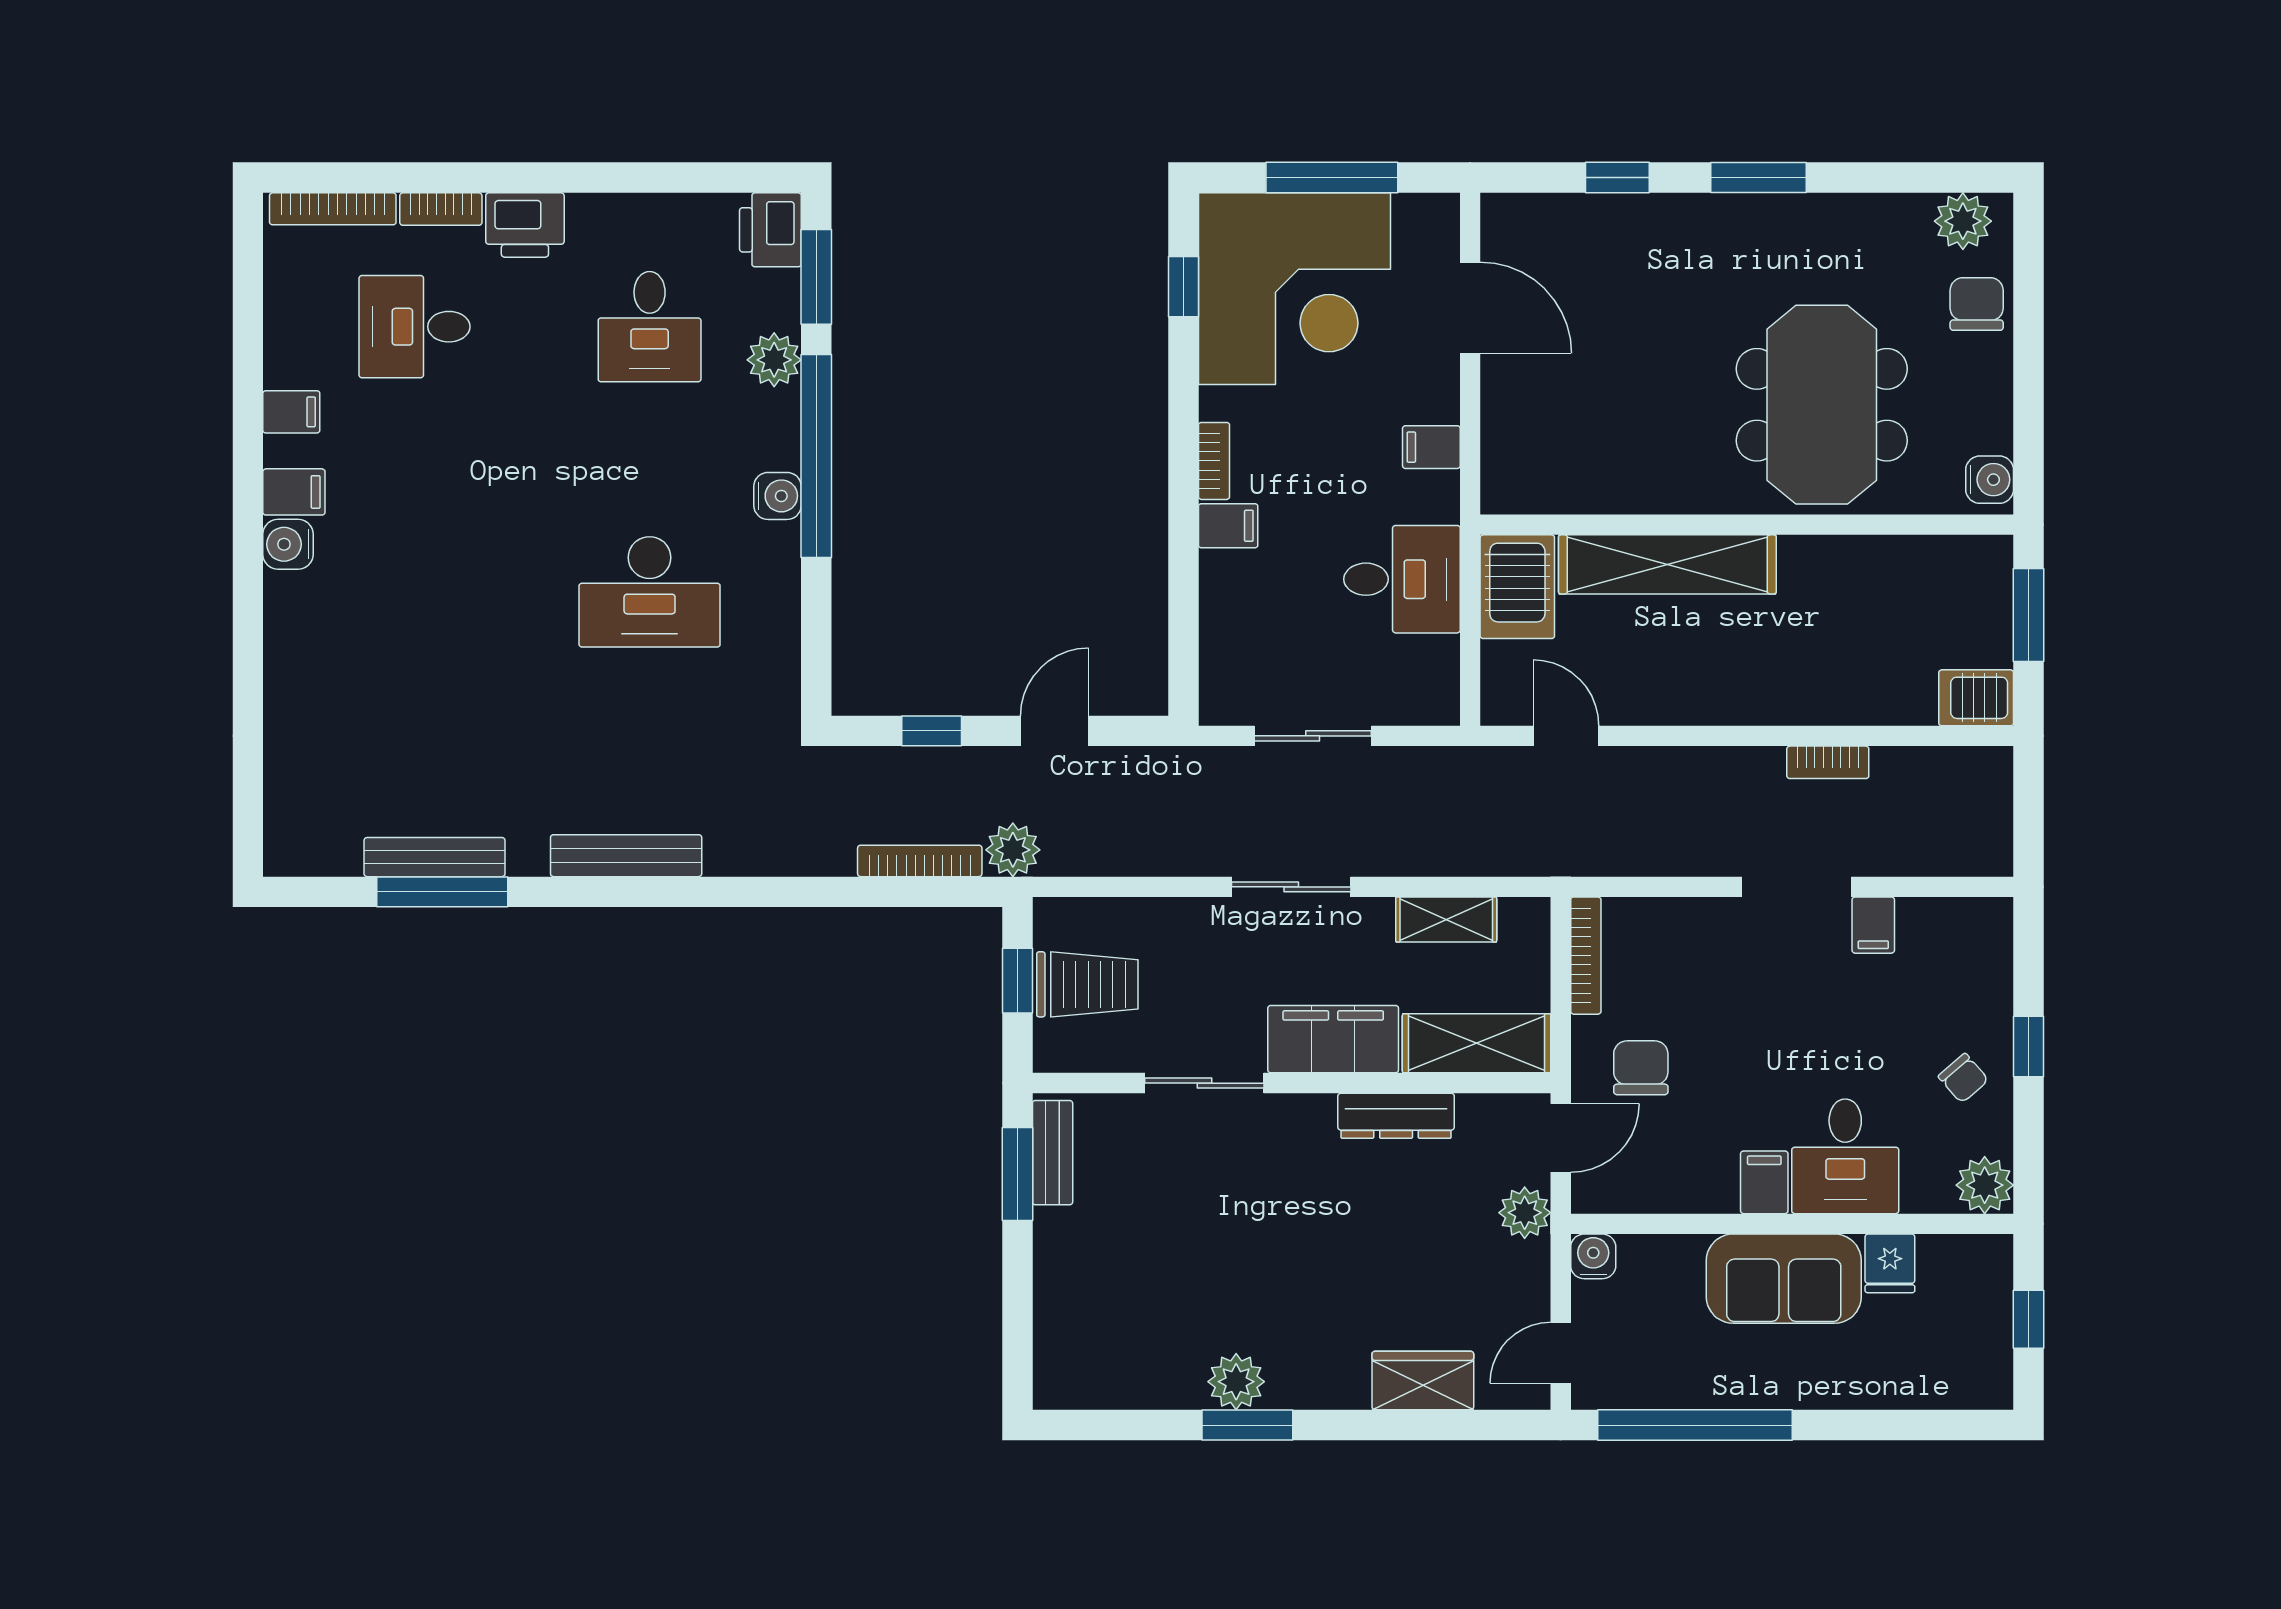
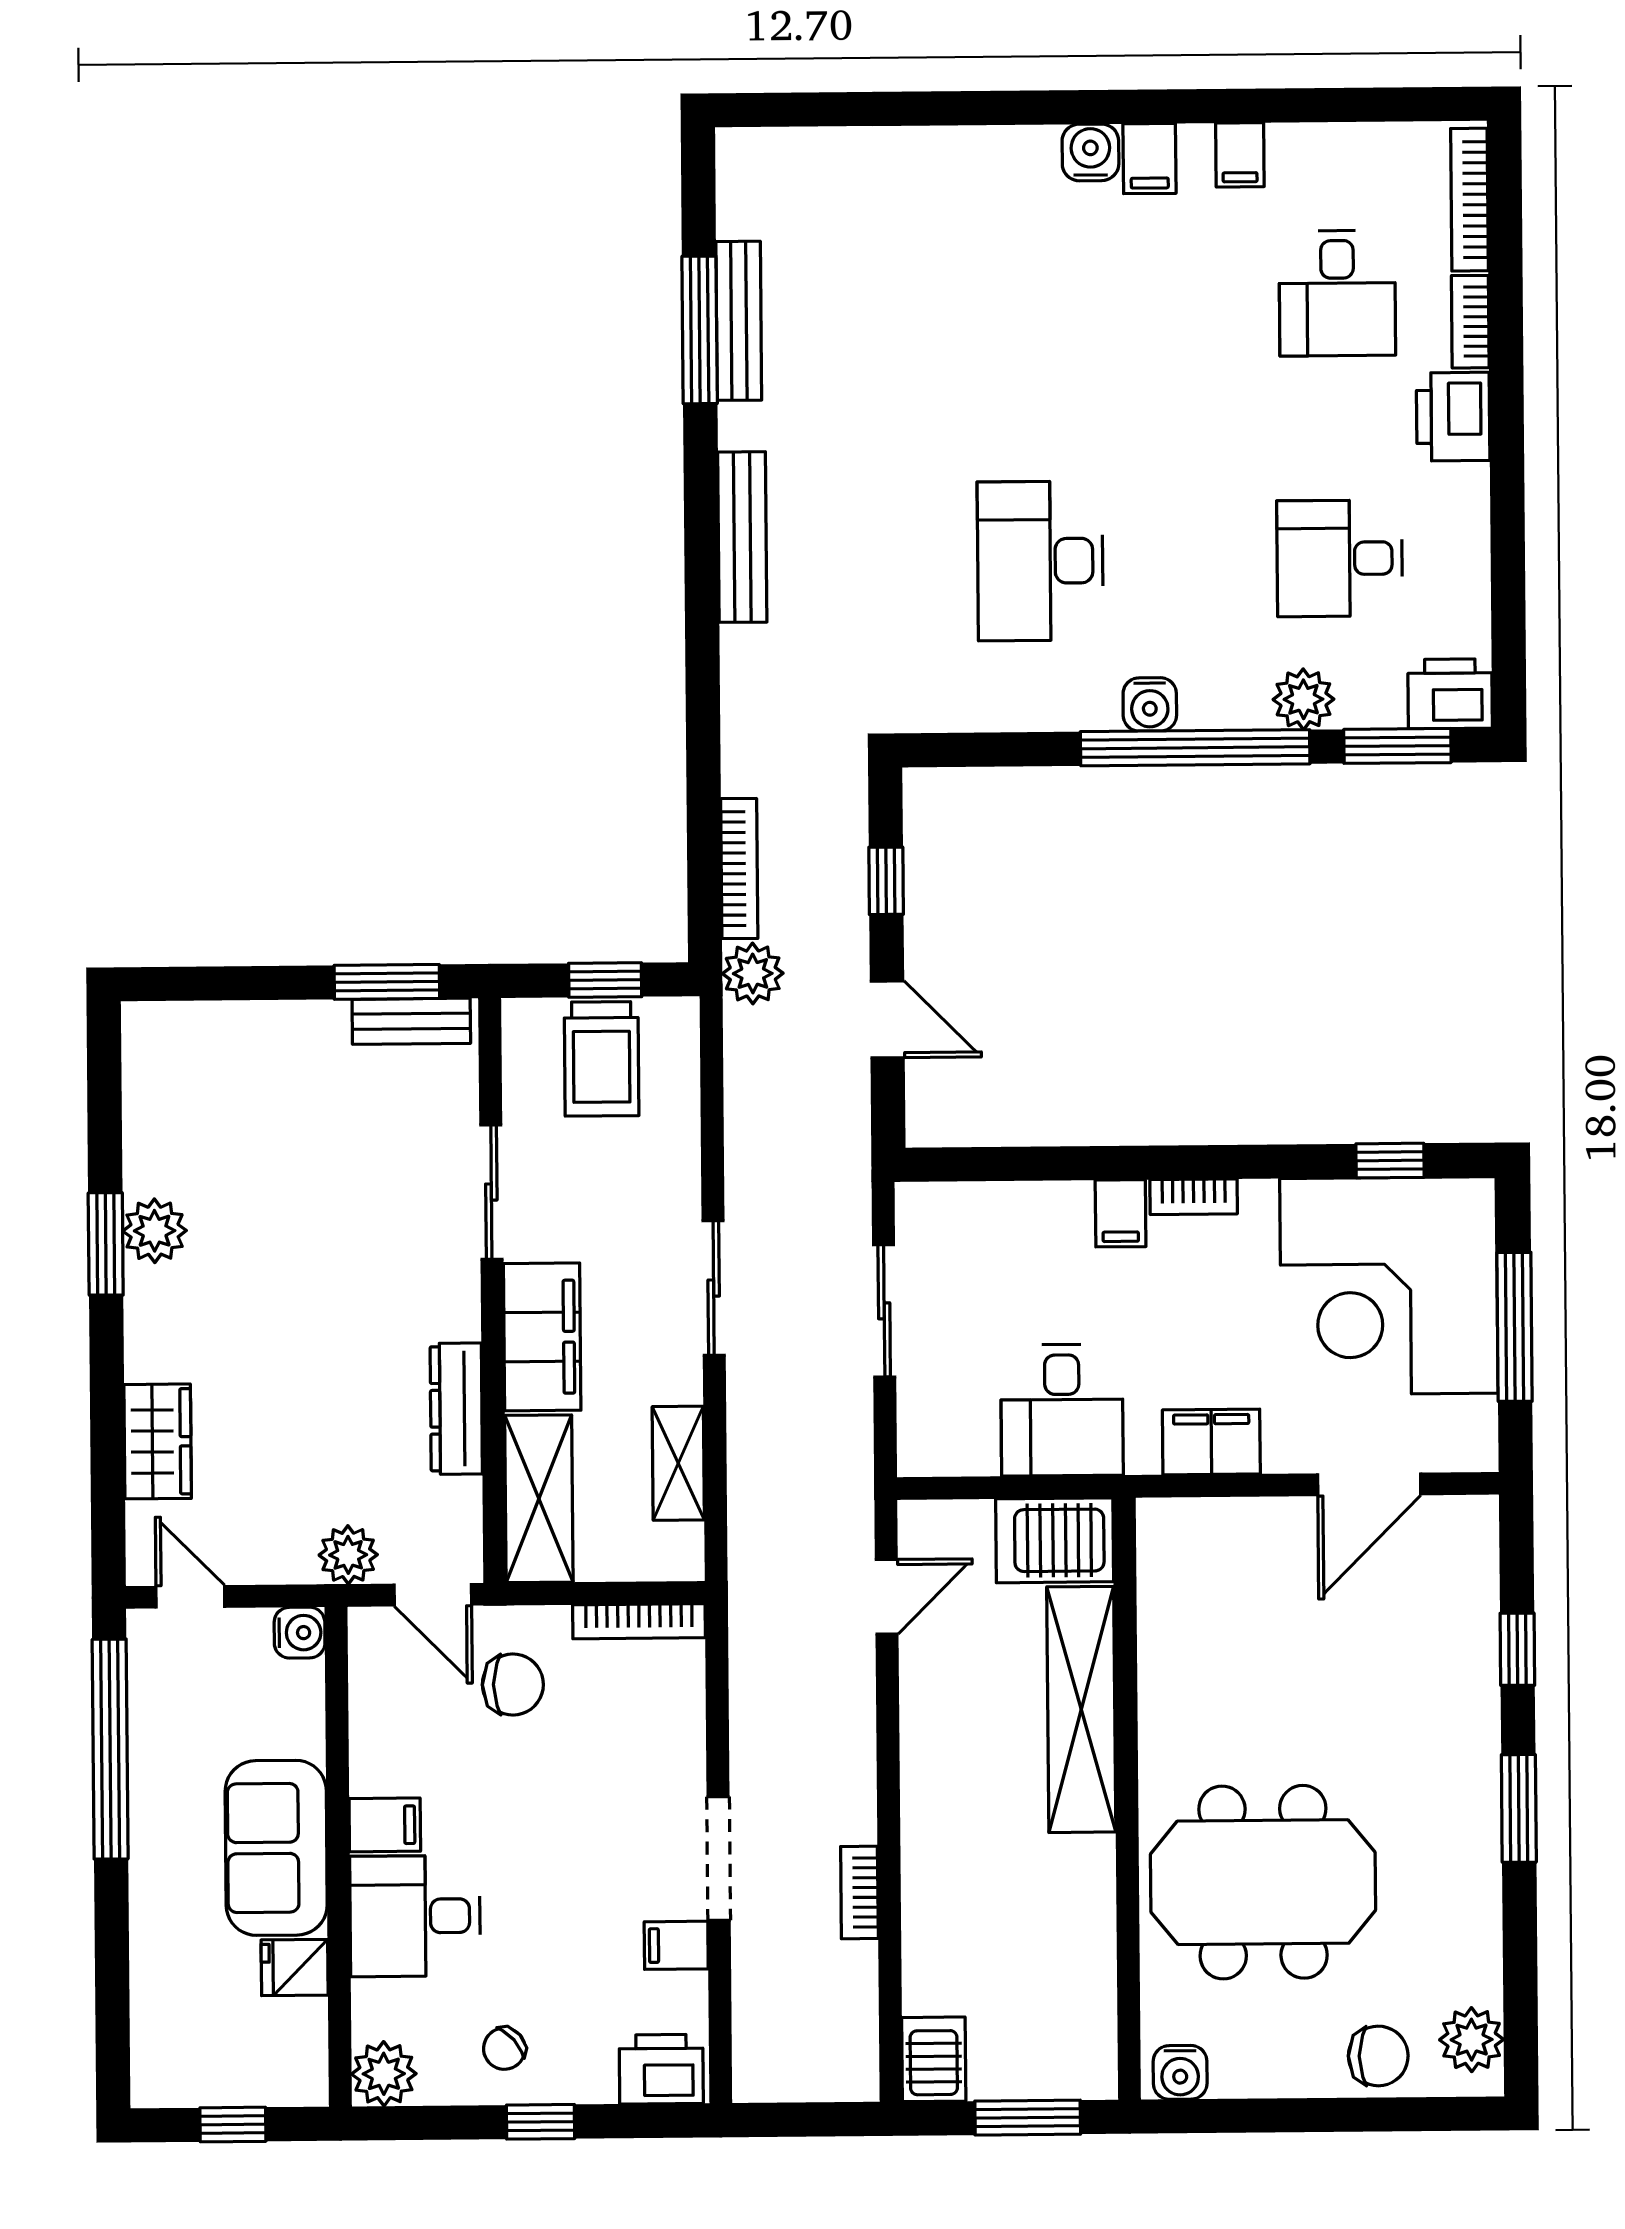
desk: (415, 327) -> (1337, 293), turned 180
filing cabinet: (1431, 447) -> (1211, 1442), width x2.00
printer: (1983, 939) -> (661, 2069), added

